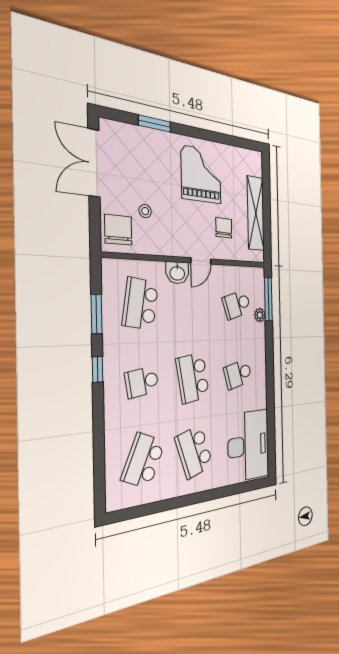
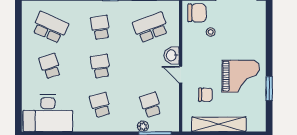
window: (155, 124) -> (269, 89), moved
school desk: (140, 304) -> (151, 27), turned -30
school desk: (193, 378) -> (100, 66), width x0.54
school desk: (194, 452) -> (50, 66), width x0.54

